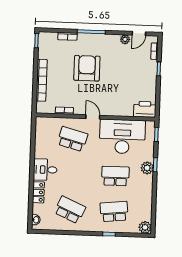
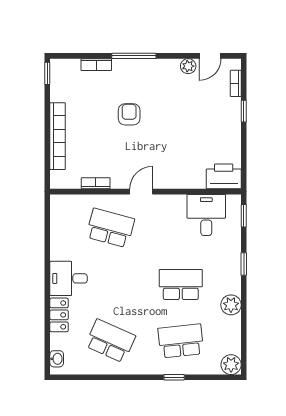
armchair: (87, 68) -> (129, 114), width x0.53, depth x0.53
door: (93, 117) -> (141, 192), hinge flipped
desk: (122, 137) -> (206, 215), width x0.53, depth x0.77
plant: (147, 168) -> (231, 305), moved

